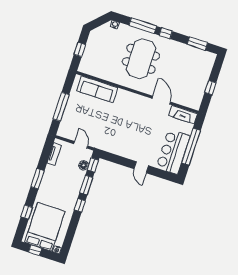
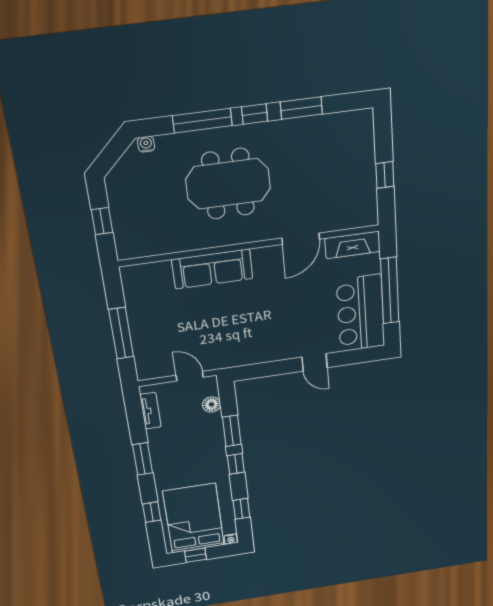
window: (197, 44) -> (301, 108), moved
meeting table: (141, 59) -> (228, 184), turned 90
sofa: (97, 89) -> (212, 269), moved
door: (161, 100) -> (301, 239), swing flipped
window: (93, 165) -> (241, 509), moved

